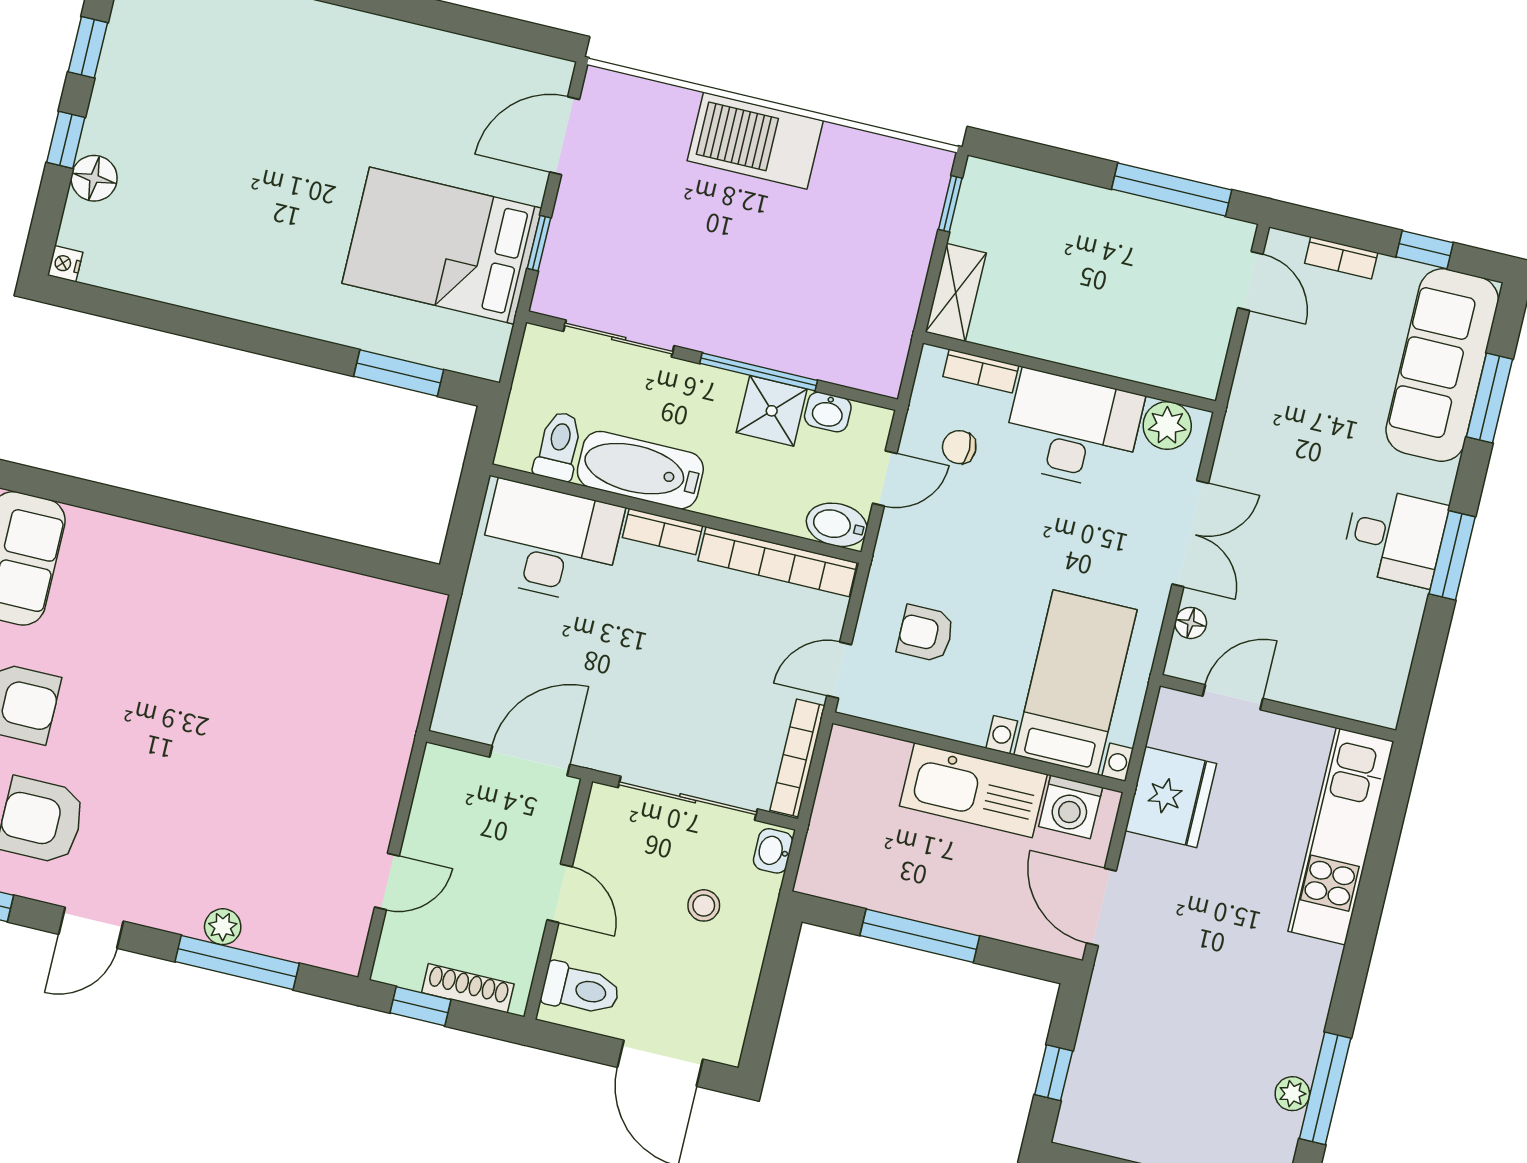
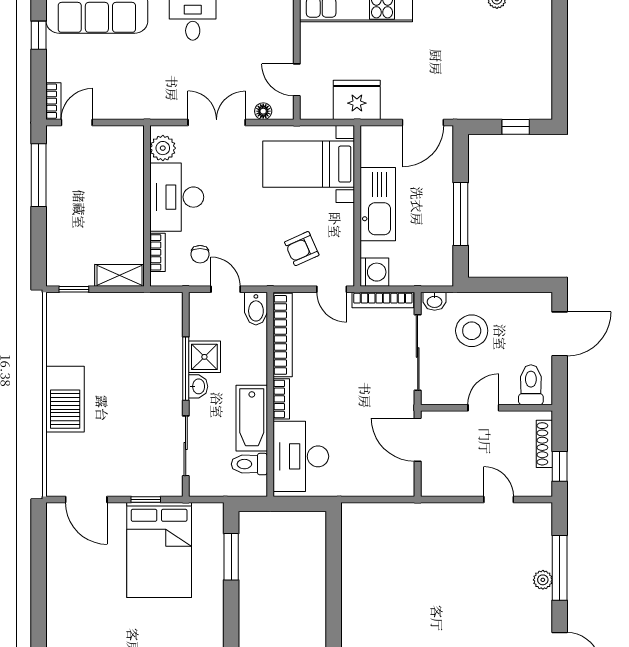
bookcase: (1341, 258) -> (53, 101), moved
washbasin: (828, 412) -> (198, 386), moved
armchair: (926, 633) -> (302, 249), turned 66
washing machine: (1071, 807) -> (374, 272), moved
stool: (704, 905) -> (472, 331), width x1.89, depth x1.89

